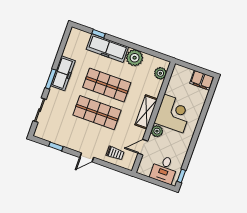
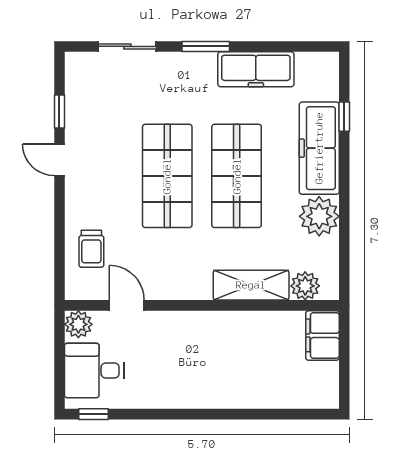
freezer: (63, 73) -> (256, 69), moved
filing cabinet: (202, 80) -> (322, 335), moved
shelving: (146, 112) -> (251, 285), moved
corner desk: (173, 114) -> (226, 347), removed
plant: (157, 131) -> (78, 324), moved
door: (87, 157) -> (59, 160), moved

